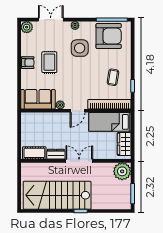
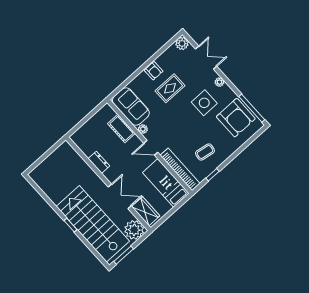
wardrobe: (124, 144) -> (146, 211), moved, turned 90
cot: (34, 153) -> (121, 129), moved
double door: (79, 161) -> (120, 196), moved
stairs: (57, 195) -> (93, 224), moved

